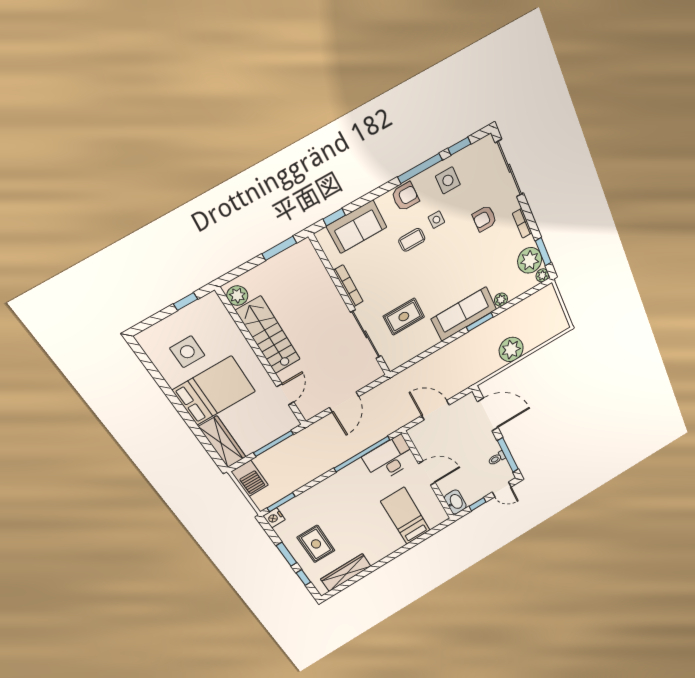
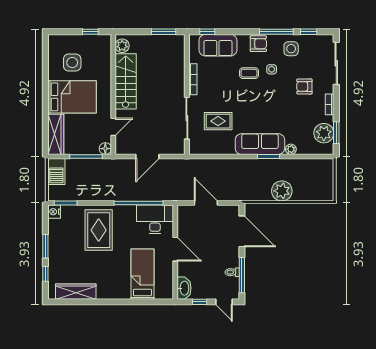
plant: (542, 275) -> (328, 149), removed
floor lamp: (291, 422) -> (105, 149), added
rug: (316, 544) -> (99, 230), moved, width x1.36, depth x1.43

